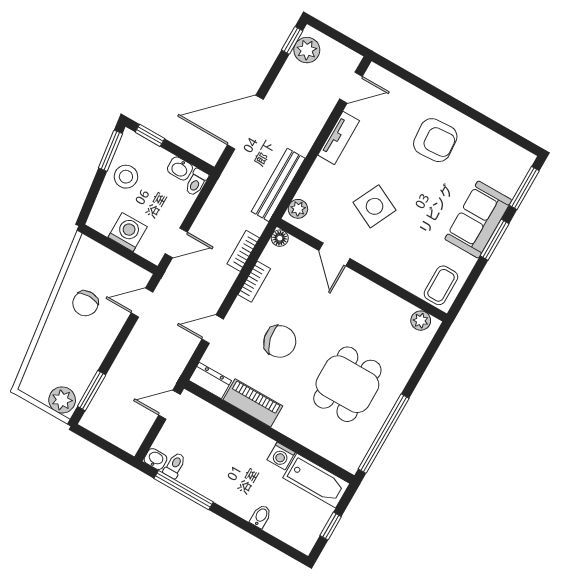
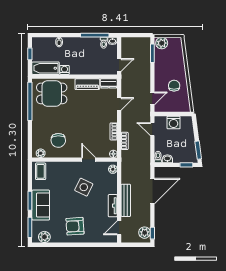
plant: (507, 153) -> (44, 237), added
stool: (126, 177) -> (186, 144), removed
bench: (278, 185) -> (126, 200), moved
door: (176, 243) -> (152, 129), hinge flipped
chair: (280, 341) -> (58, 140), moved, turned -79
dining table: (347, 384) -> (52, 93), moved, turned 90

